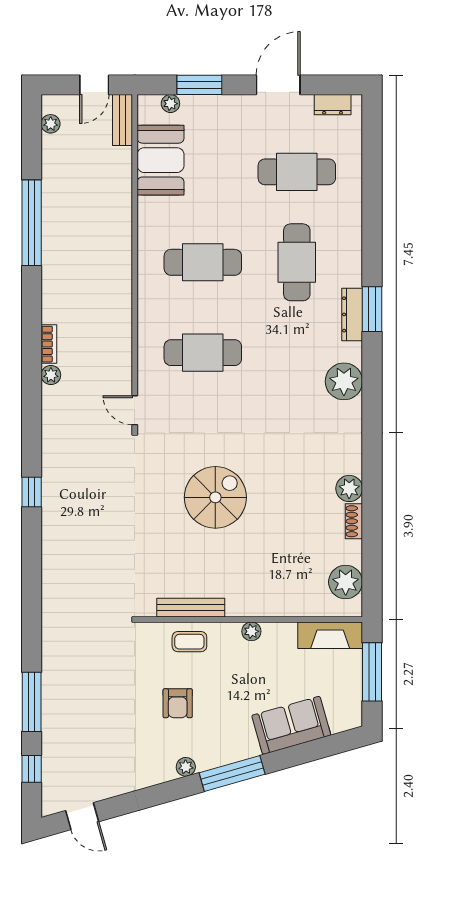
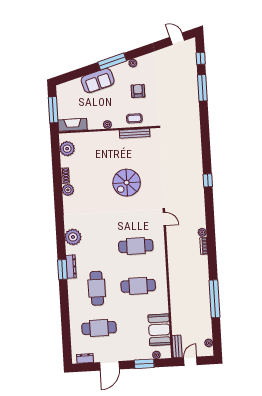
sofa: (291, 725) -> (98, 81), moved

